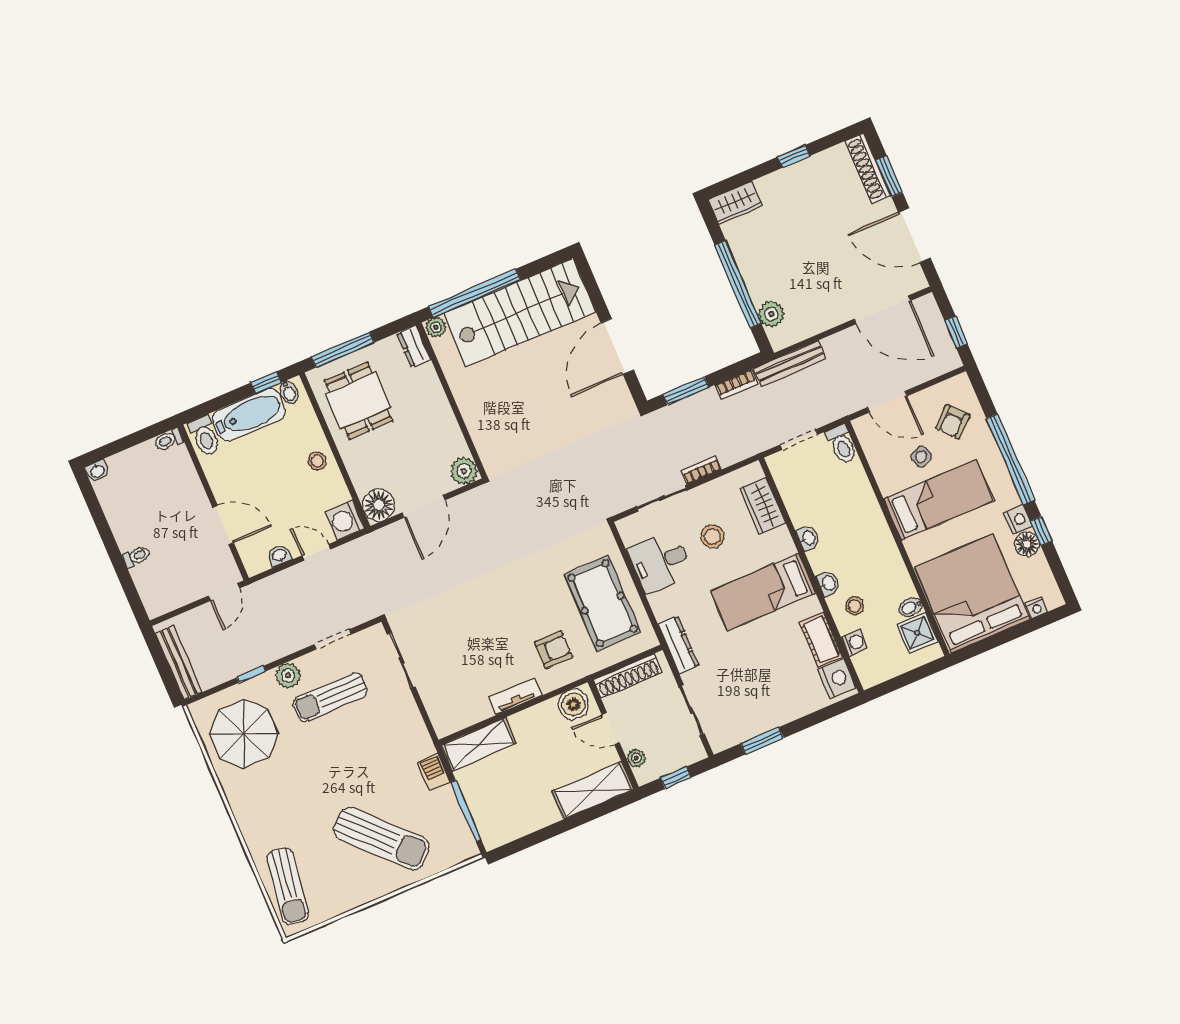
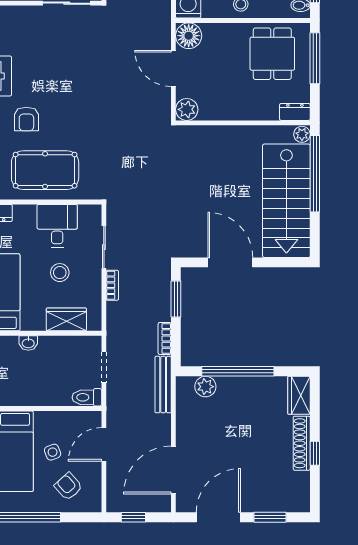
shoe rack: (868, 168) -> (302, 443), moved, turned -90
dining table: (358, 401) -> (272, 54), turned 90

